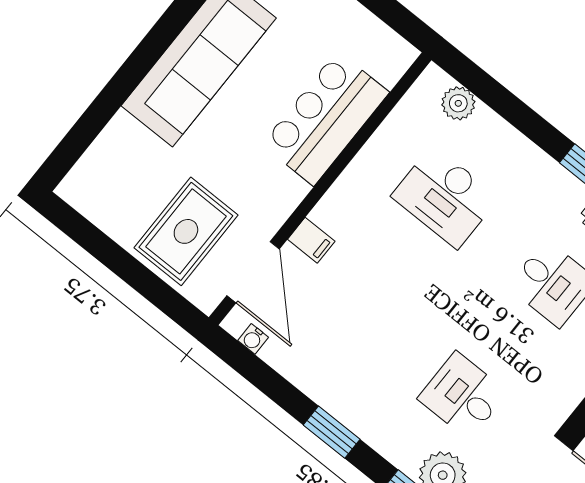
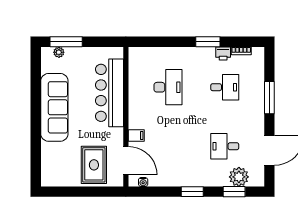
plant: (458, 103) -> (148, 54), removed
bar counter: (325, 118) -> (110, 93), width x1.36
desk: (445, 197) -> (168, 87), turned -90

